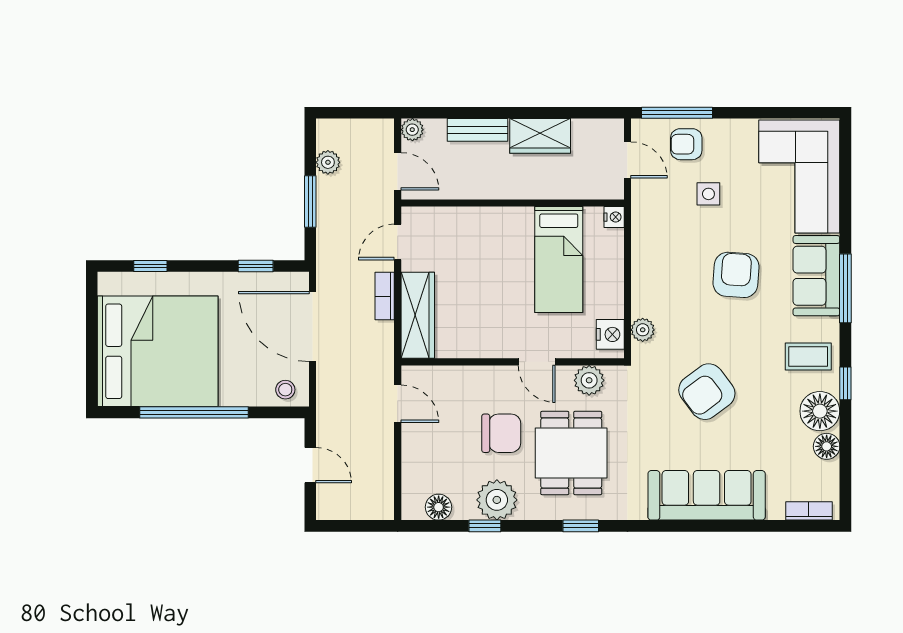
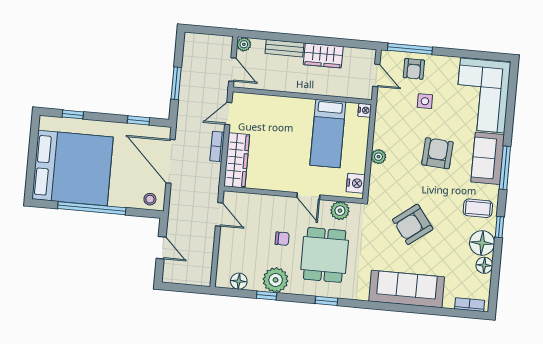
armchair: (686, 144) -> (414, 69), turned -90
plant: (328, 162) -> (189, 60), removed
plant: (643, 330) -> (378, 157), moved
chair: (501, 433) -> (282, 239), width x0.54, depth x0.54

